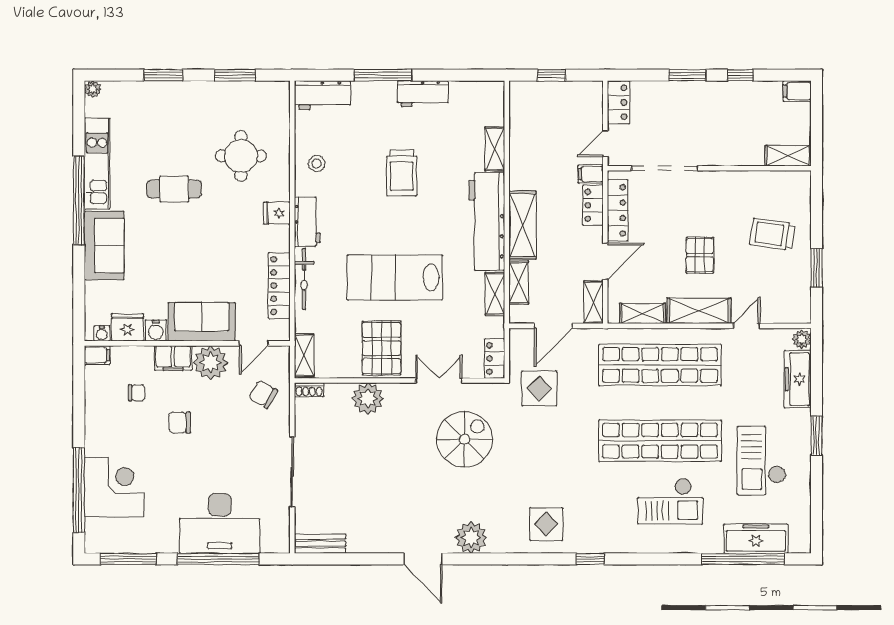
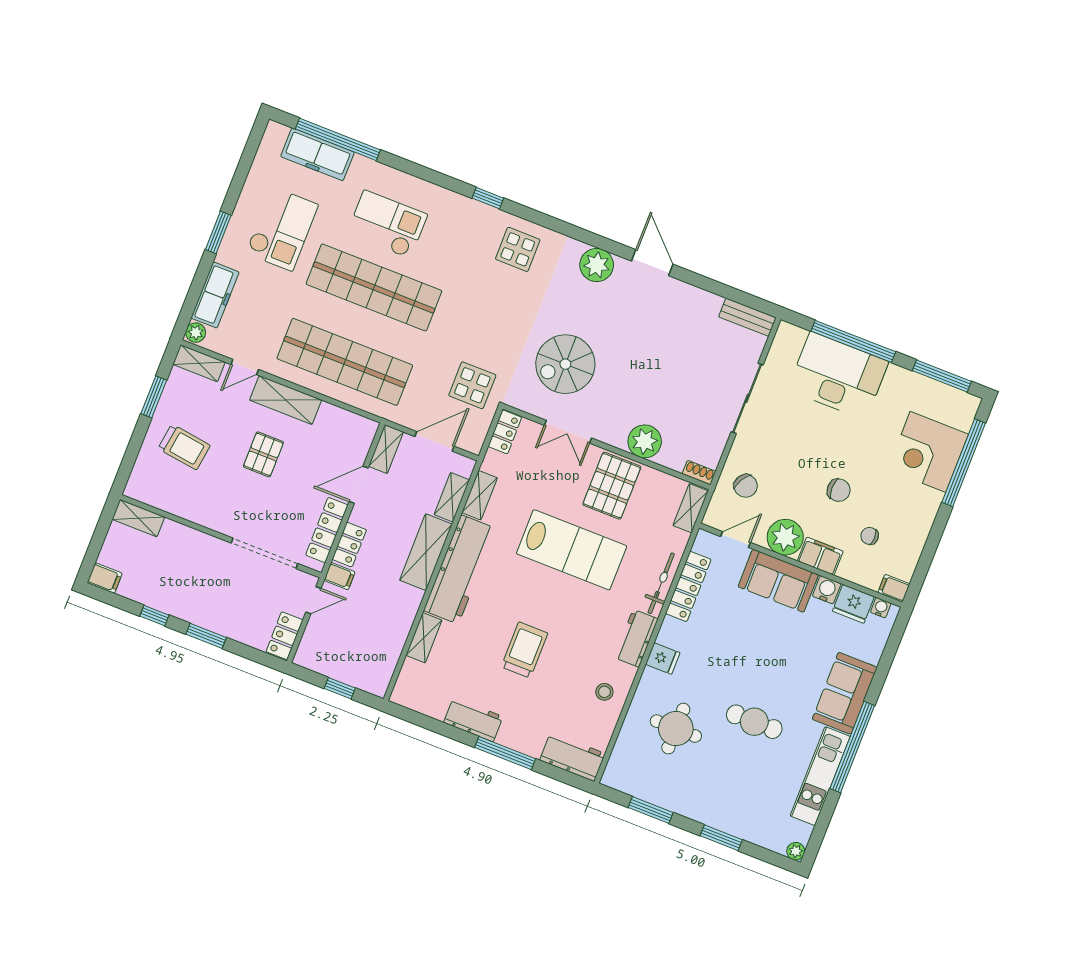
shelving: (643, 313) -> (199, 363), moved

